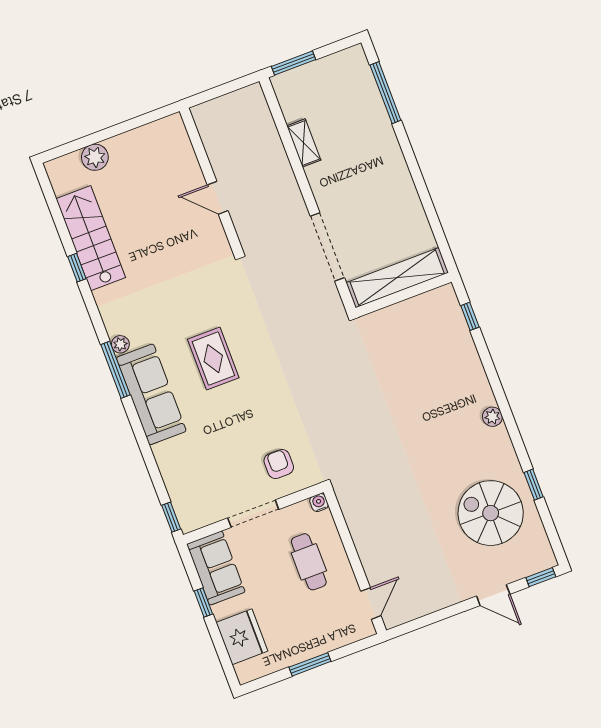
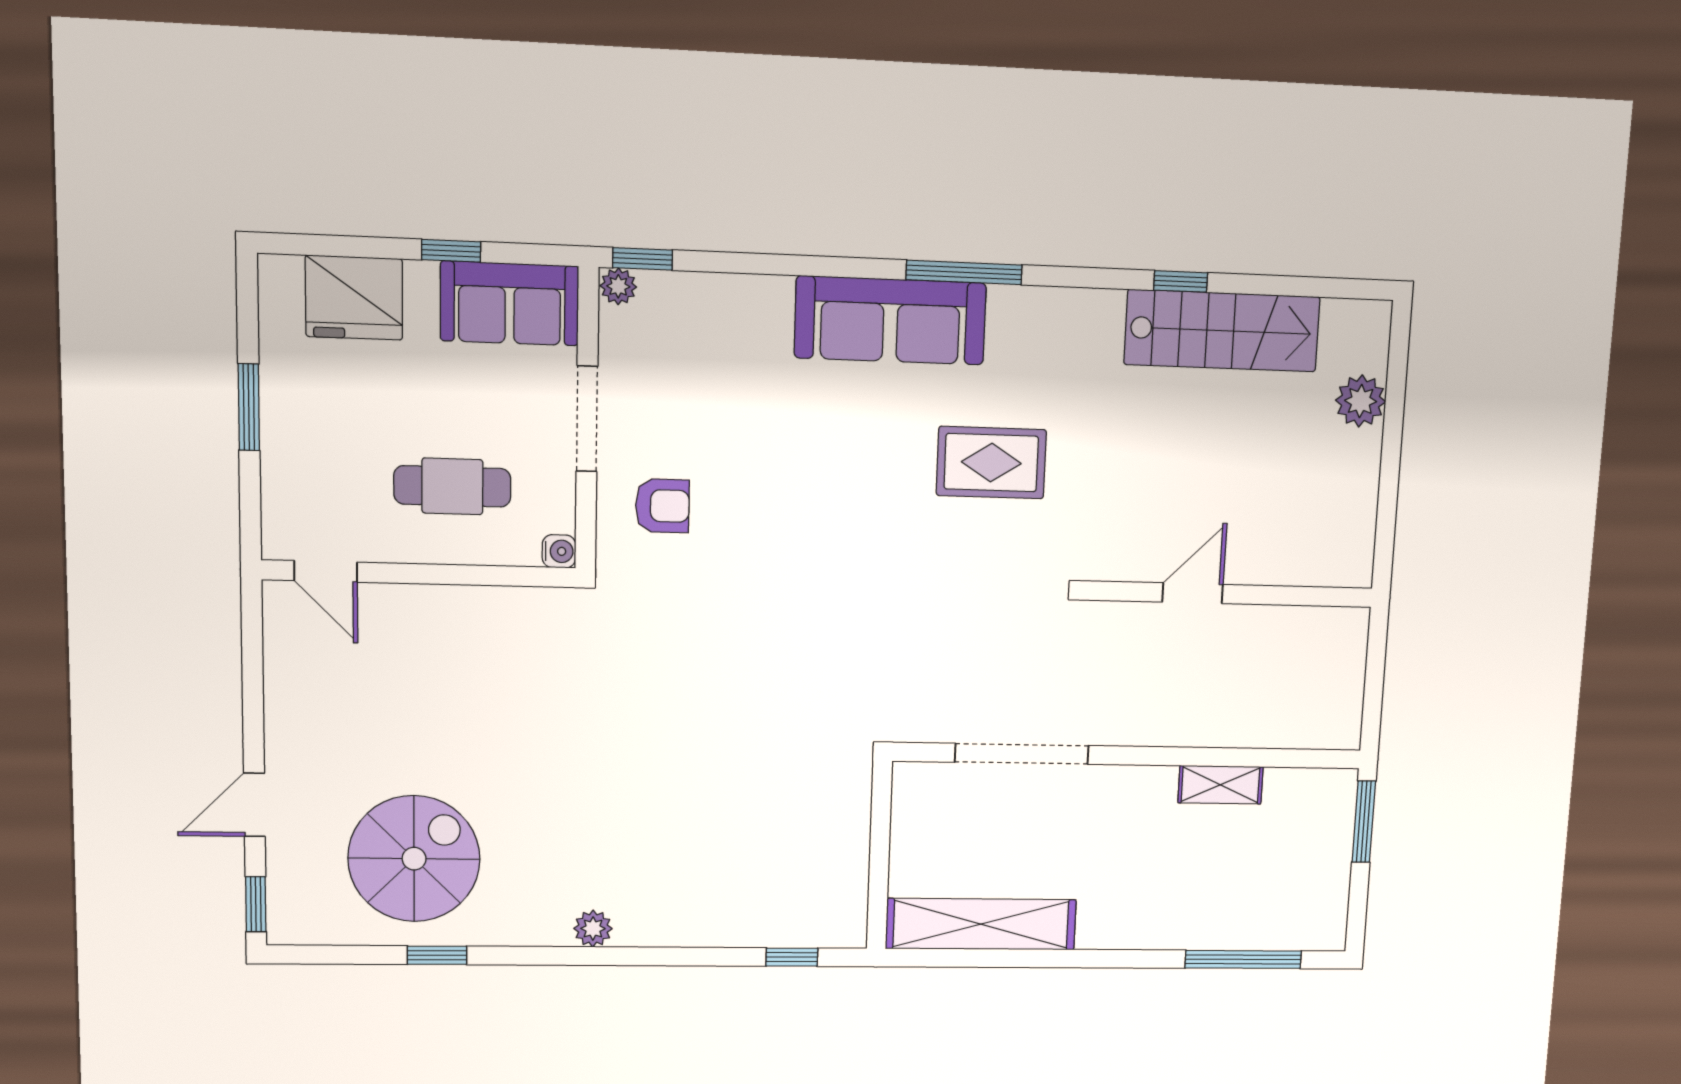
shelving: (397, 278) -> (981, 924), moved, turned 90
plant: (120, 344) -> (618, 286), moved
rug: (213, 359) -> (991, 463), moved

